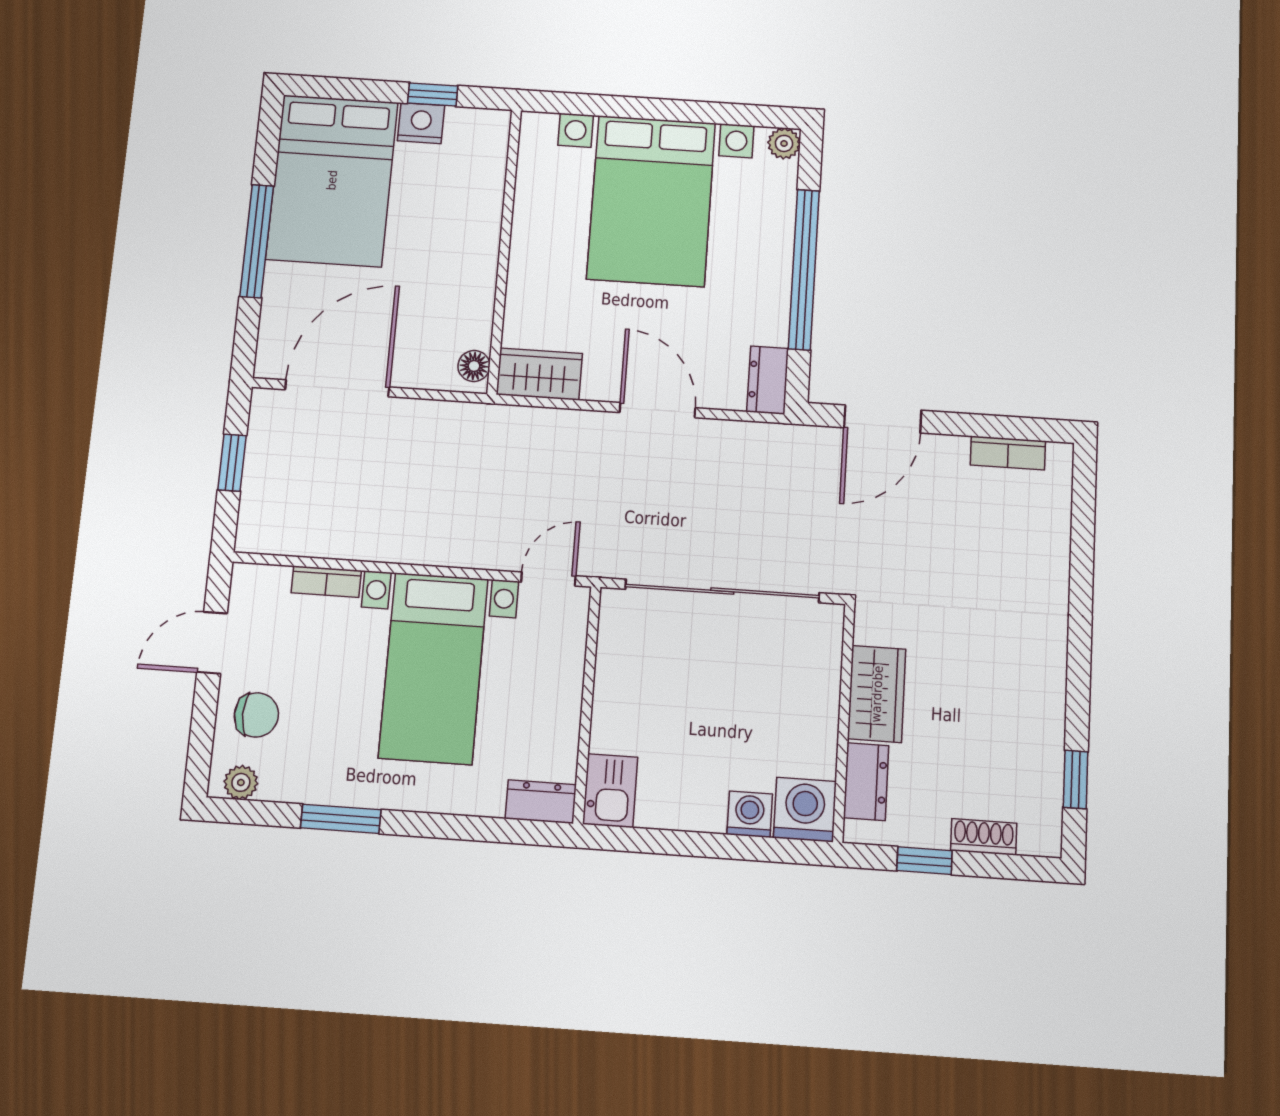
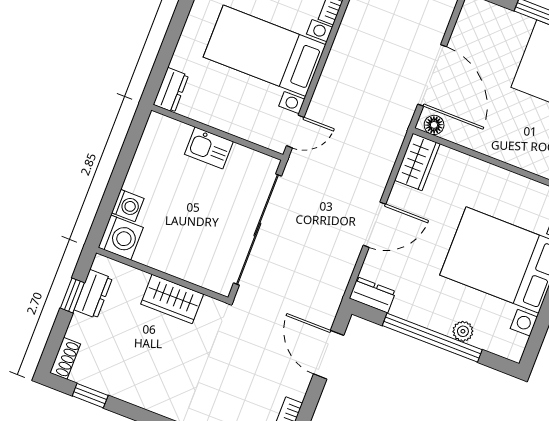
plant: (784, 143) -> (463, 331), moved
door: (337, 388) -> (432, 75), moved
door: (548, 579) -> (295, 132), hinge flipped
dresser: (866, 782) -> (93, 294), moved, turned -90
kitchen sink: (610, 791) -> (209, 148), moved
shoe rack: (984, 837) -> (65, 358), moved

